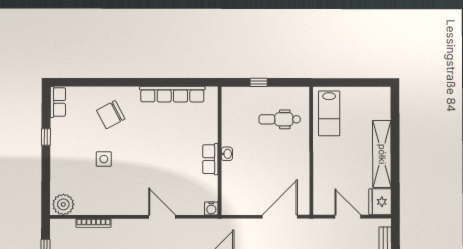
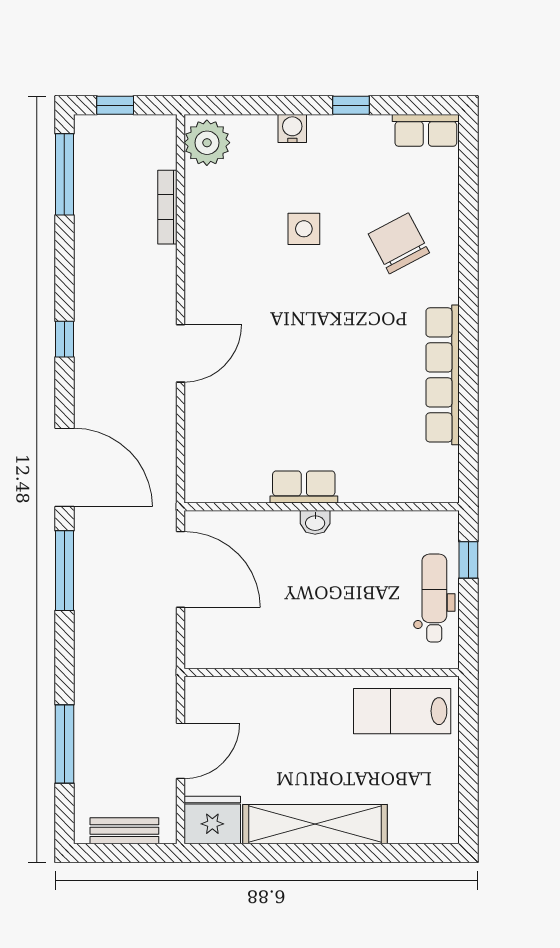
dental chair: (280, 119) -> (434, 598), moved
wall: (220, 151) -> (322, 507), moved
washbasin: (227, 154) -> (315, 522), moved
row of seats: (210, 159) -> (304, 487), moved
water cooler: (211, 208) -> (292, 129), moved, turned 90
door: (280, 217) -> (181, 569), moved

